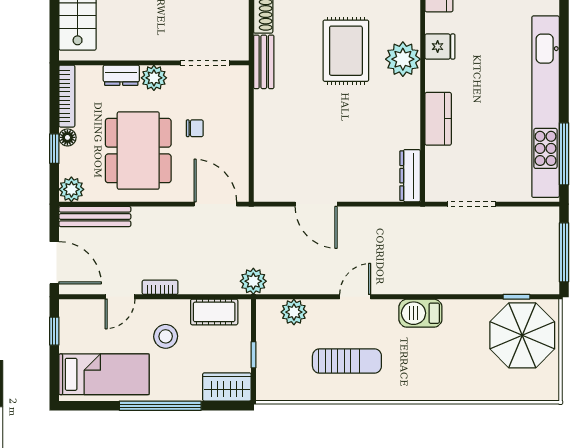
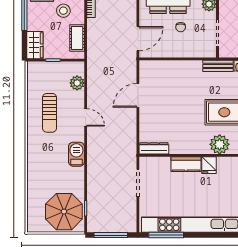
fridge: (440, 47) -> (209, 165), moved
plant: (253, 281) -> (94, 60), removed

